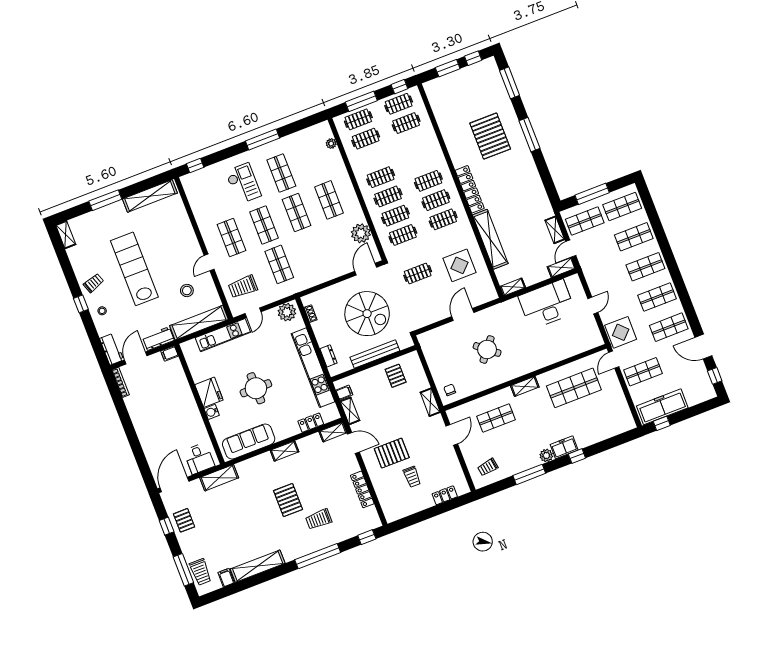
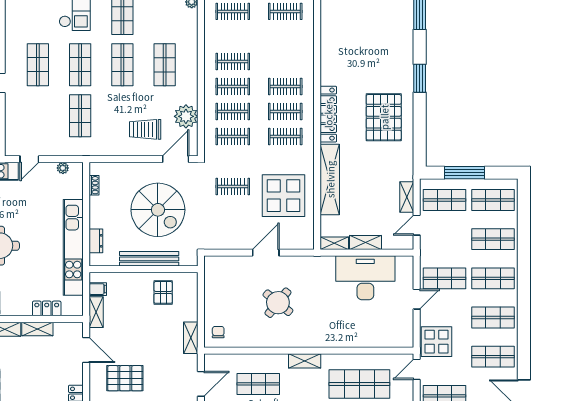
window: (529, 135) -> (420, 78), width x0.69
pallet: (490, 136) -> (384, 117), moved
display table: (460, 265) -> (284, 196), width x1.36, depth x1.36
shelving: (561, 267) -> (365, 242), moved
shop shelf: (608, 281) -> (444, 278), added
trolley: (243, 287) -> (145, 129), moved
plant: (287, 312) -> (63, 168), width x0.53, depth x0.53
shelving: (333, 432) -> (37, 329), moved

